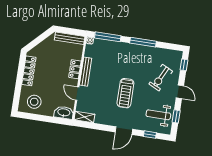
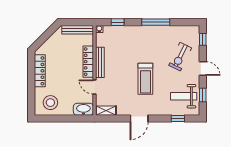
window: (108, 37) -> (118, 22), width x0.46
locker: (75, 69) -> (88, 62), width x1.53
door: (124, 131) -> (139, 119), moved

